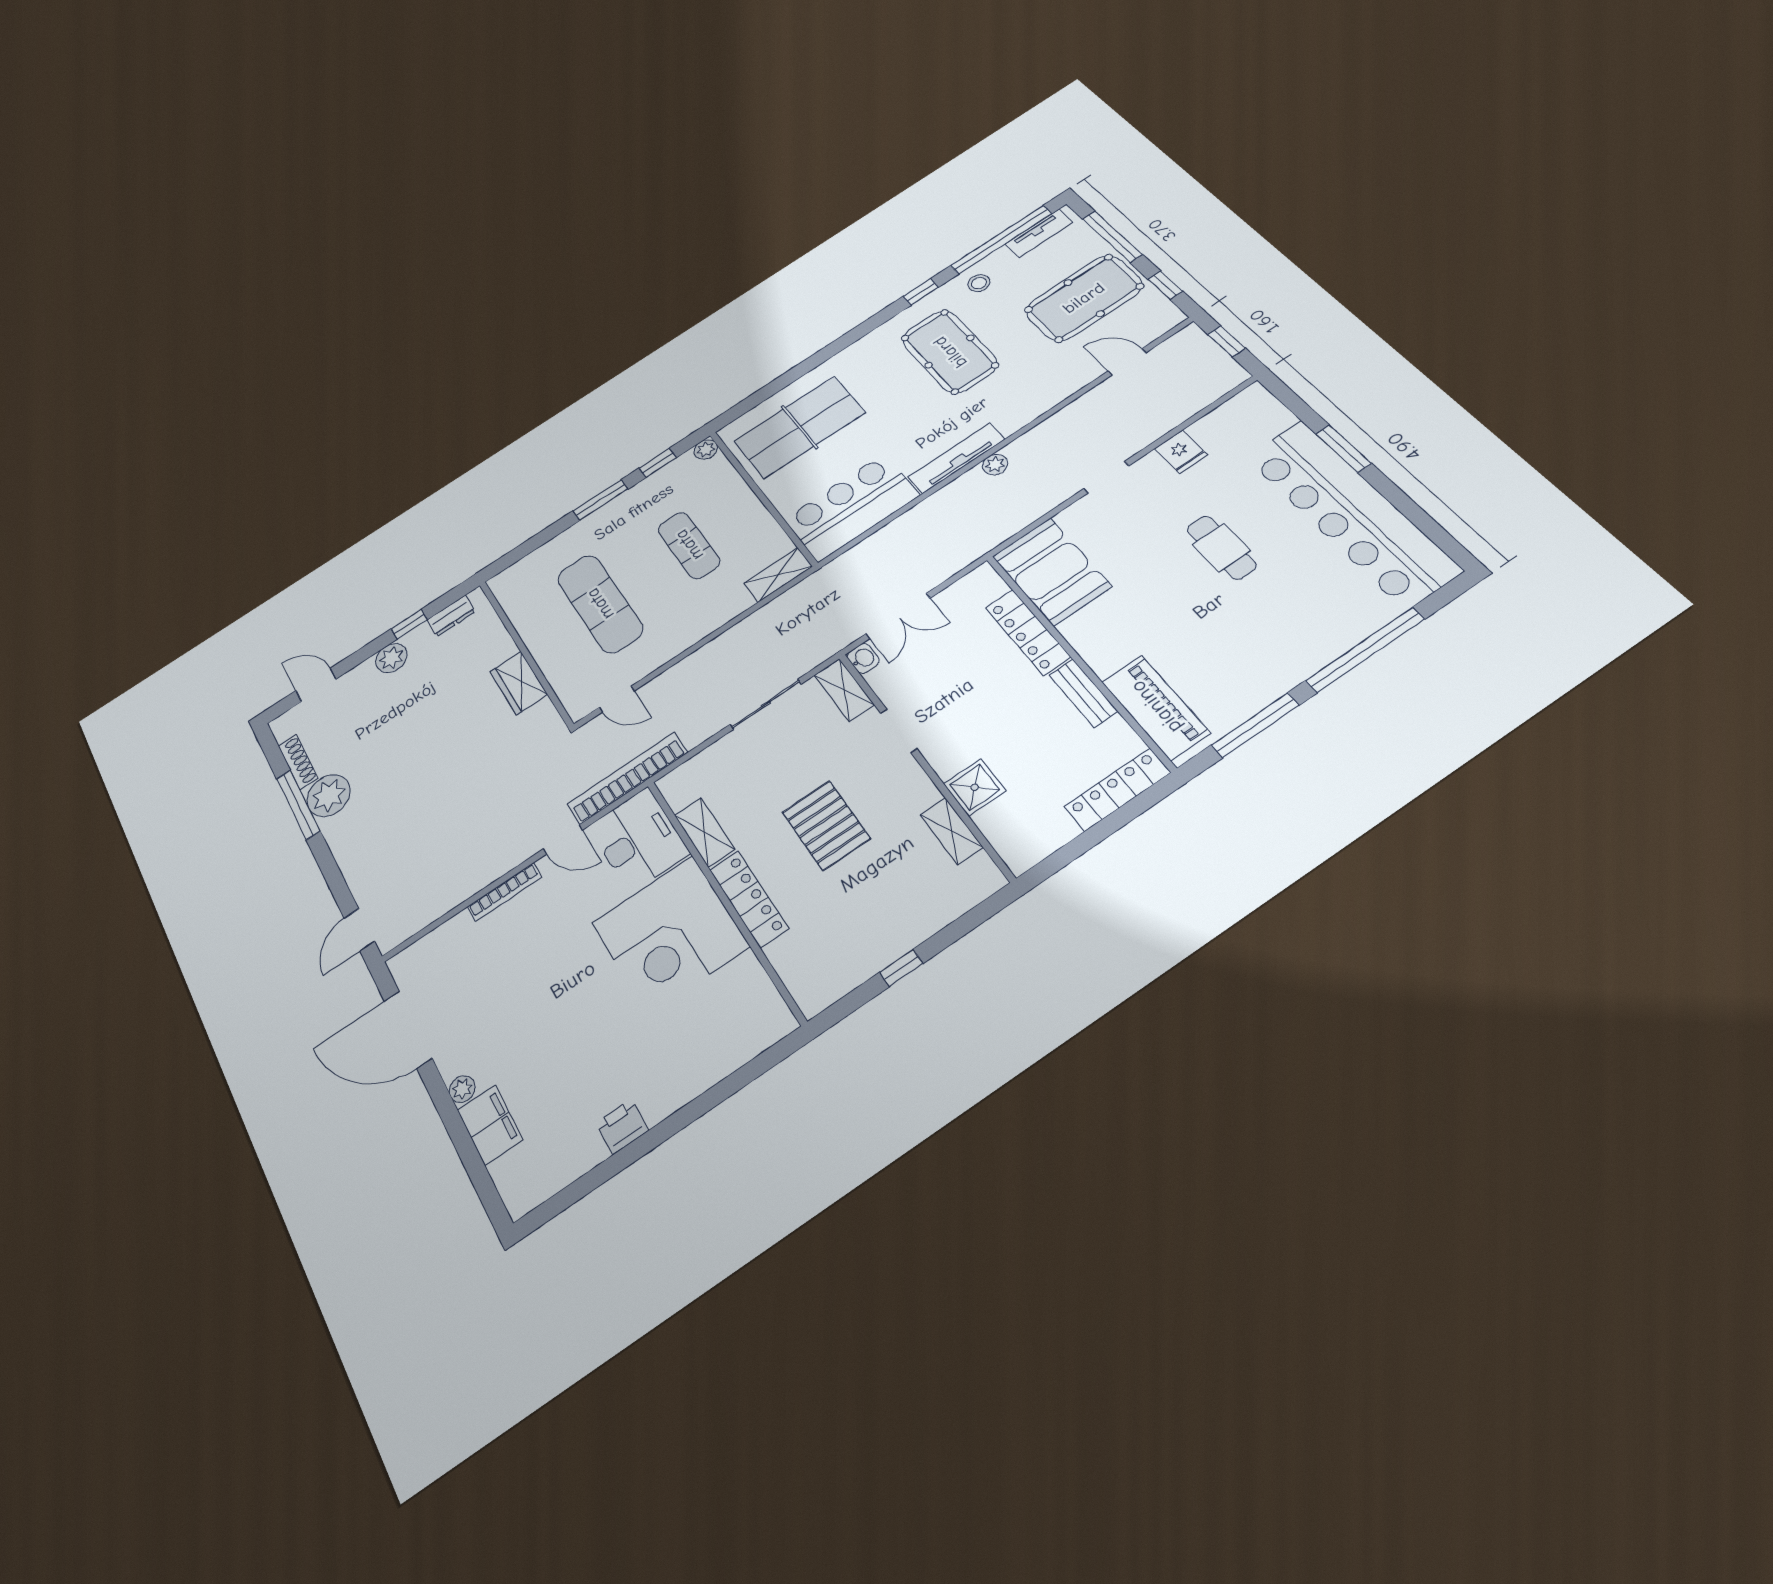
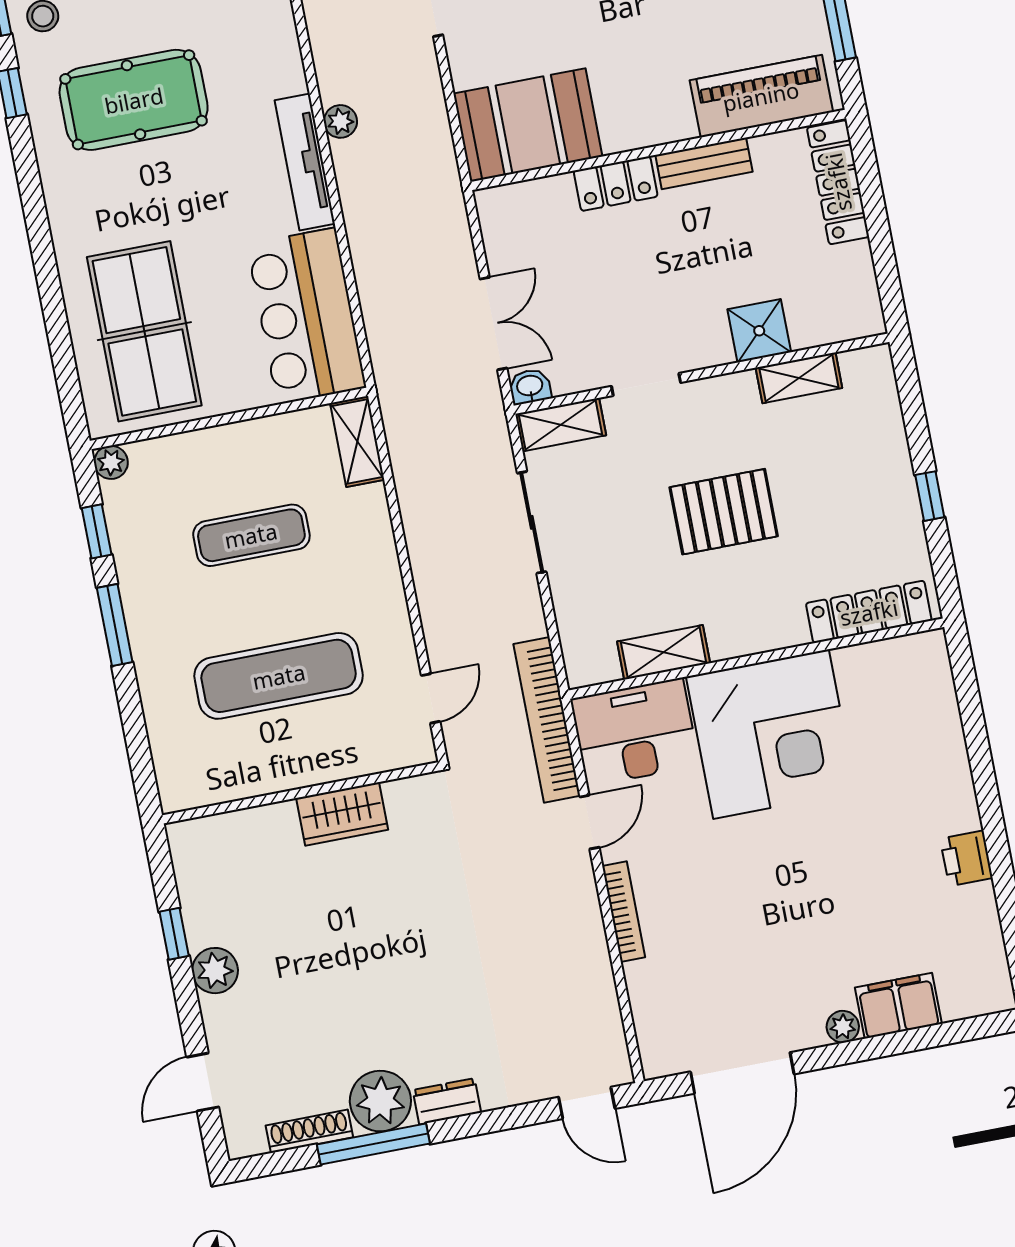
dresser: (451, 616) -> (447, 1101), moved, turned -90
locker: (1028, 632) -> (616, 184), width x0.66
locker: (749, 899) -> (869, 612), moved

